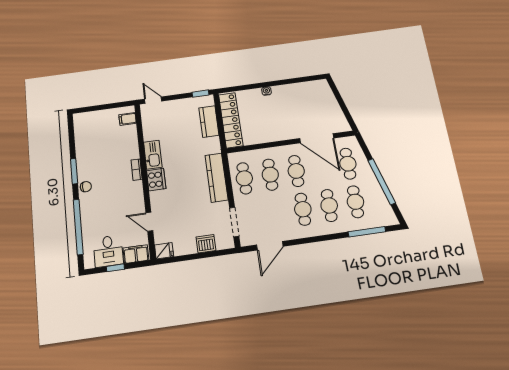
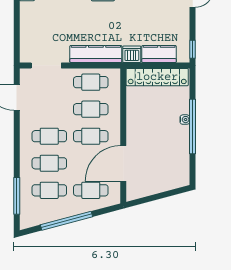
window: (272, 84) -> (193, 127), added
dishwasher: (206, 244) -> (132, 54), moved, turned -90

